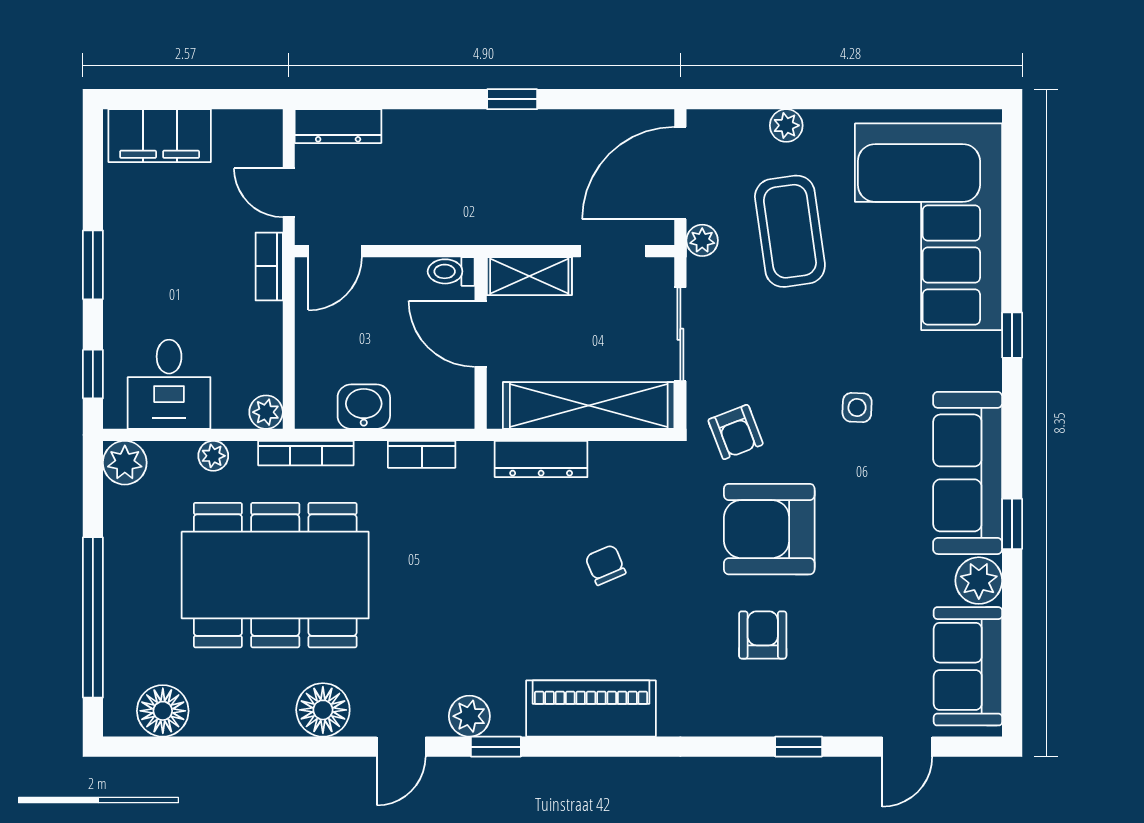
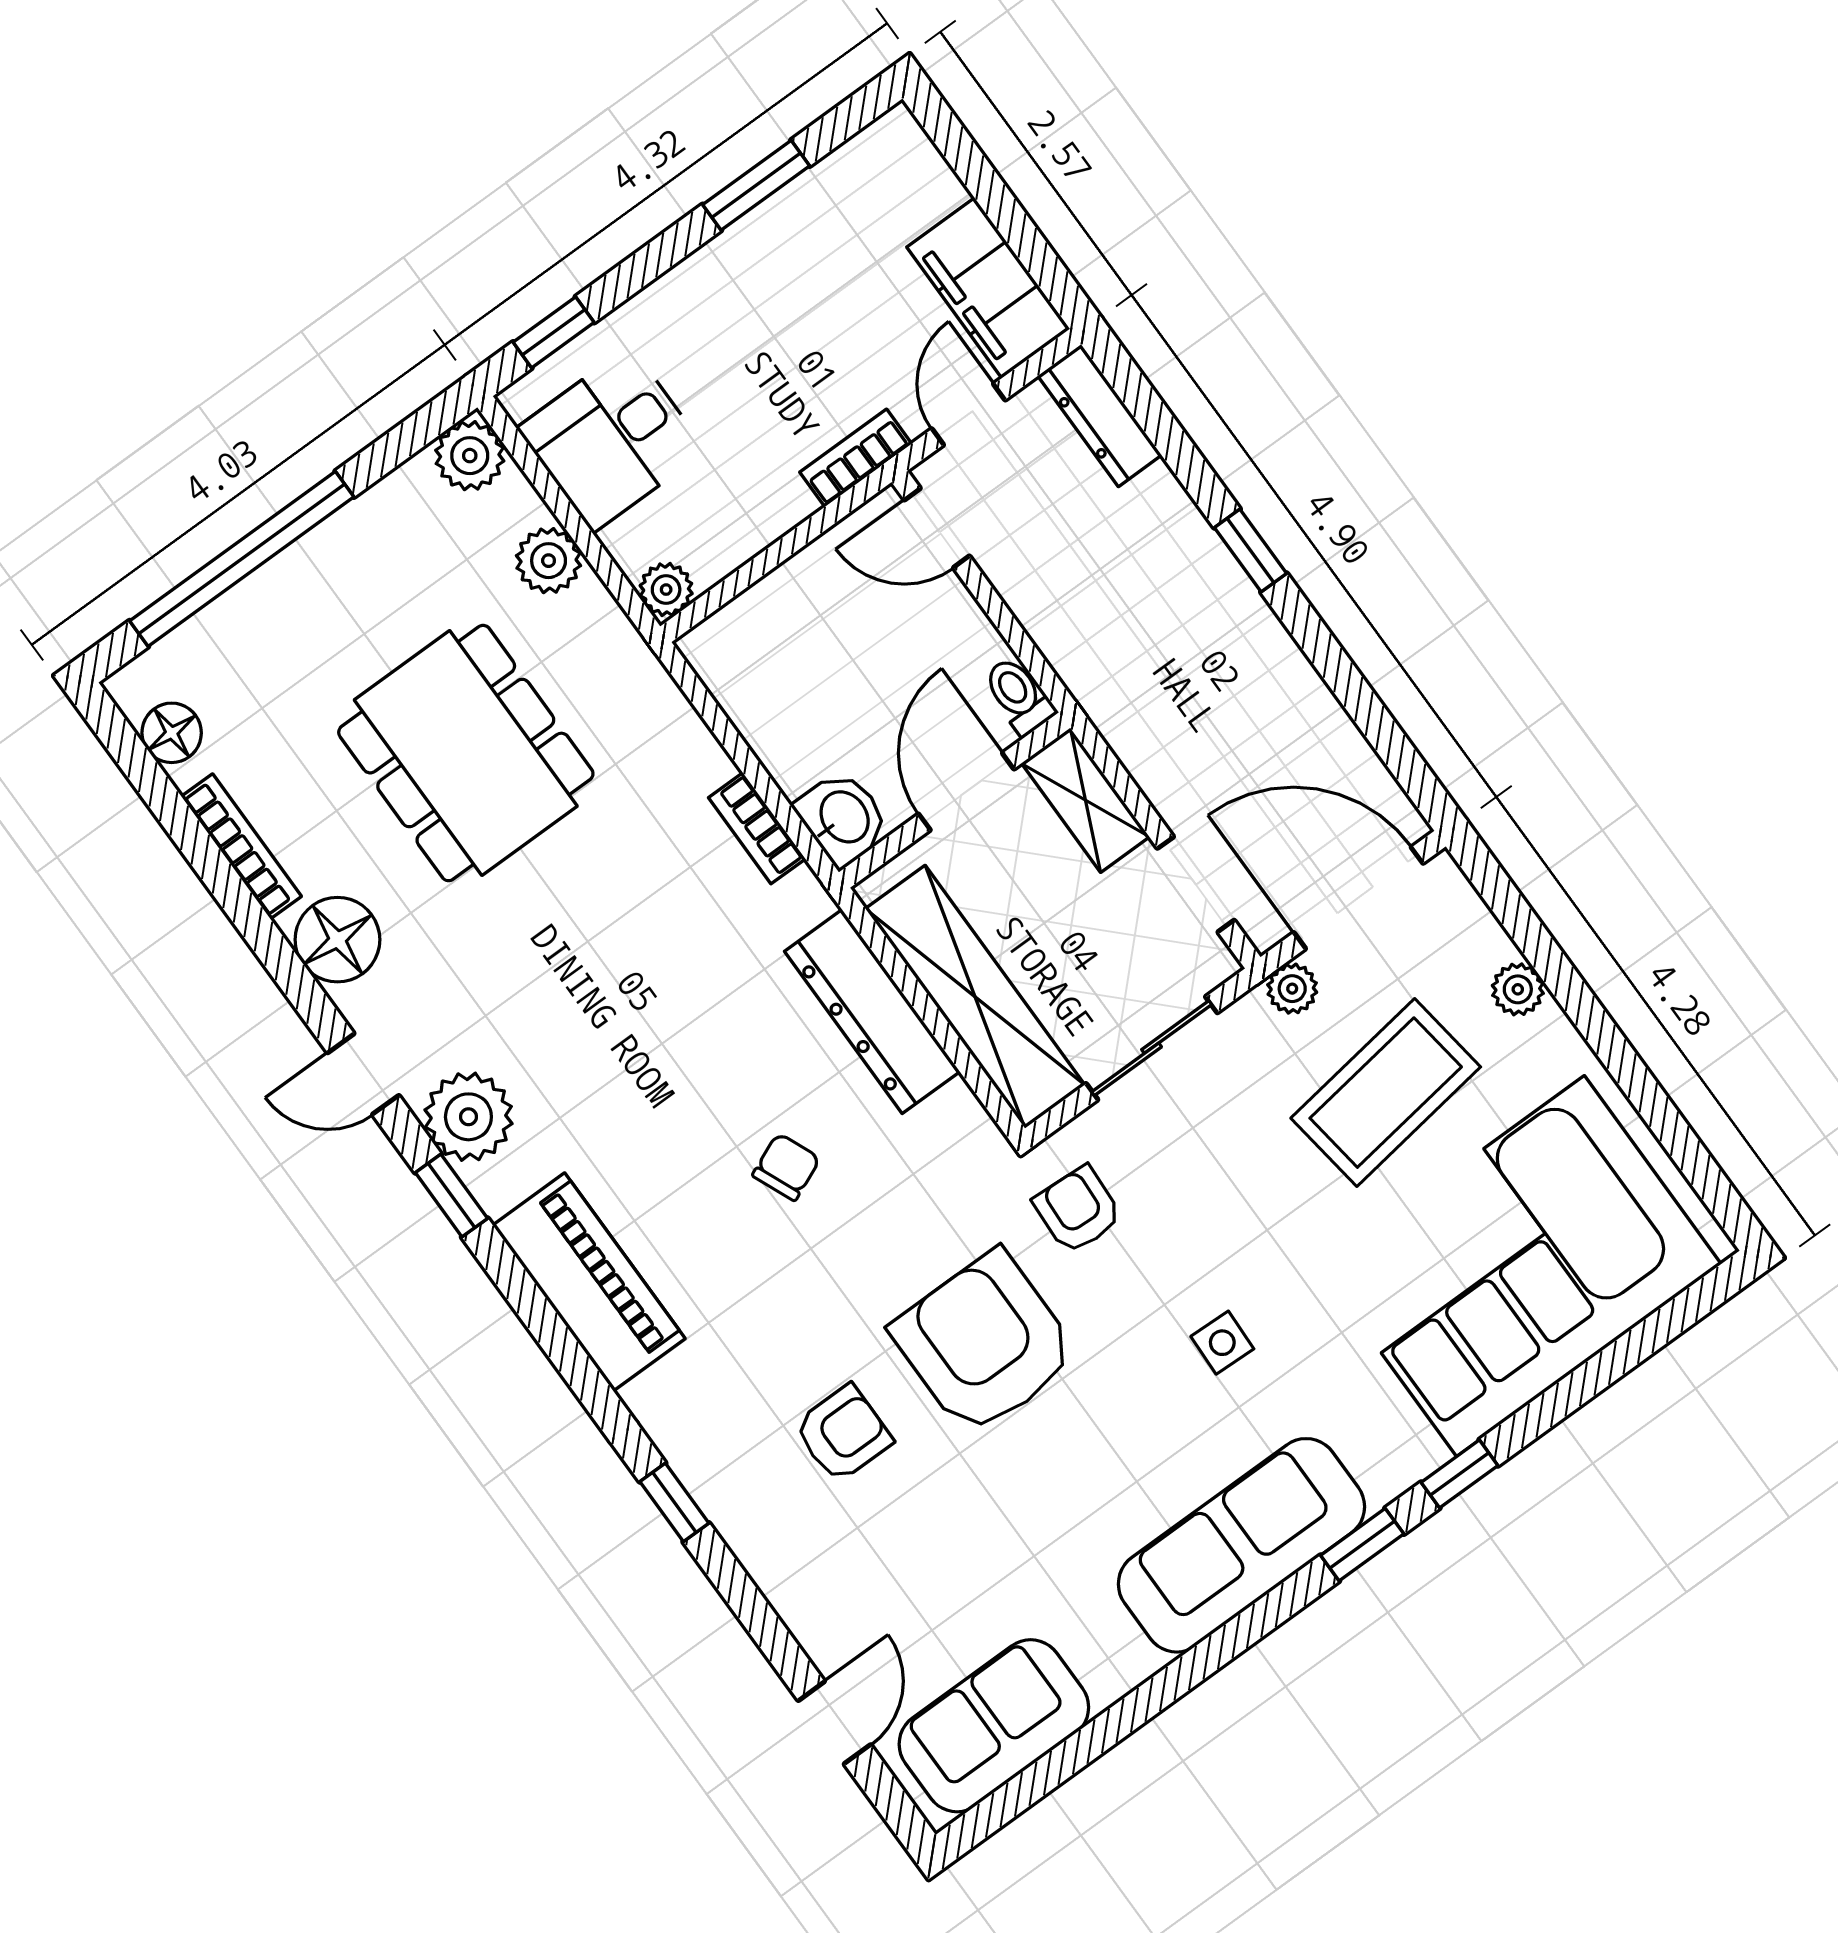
window: (512, 99) -> (1251, 550), moved
filing cabinet: (160, 136) -> (988, 288), moved
window: (93, 265) -> (756, 185), moved
washbasin: (364, 407) -> (843, 818), moved
armchair: (736, 432) -> (1078, 1210), turned 114
bookcase: (306, 453) -> (241, 846), moved, turned 180
plant: (213, 456) -> (549, 561), width x1.38, depth x1.38
dresser: (541, 459) -> (872, 1011), width x1.37, depth x1.24
window: (1012, 524) -> (1362, 1545), moved
dining table: (275, 575) -> (466, 753), width x0.73, depth x0.80
plant: (979, 581) -> (1114, 1660), removed
floor lamp: (163, 711) -> (172, 733), width x0.73, depth x0.73
plant: (469, 716) -> (468, 1117), width x1.36, depth x1.36
window: (799, 747) -> (674, 1502), moved
door: (907, 747) -> (834, 1723), swing flipped

